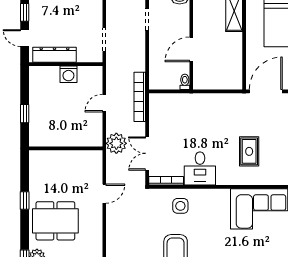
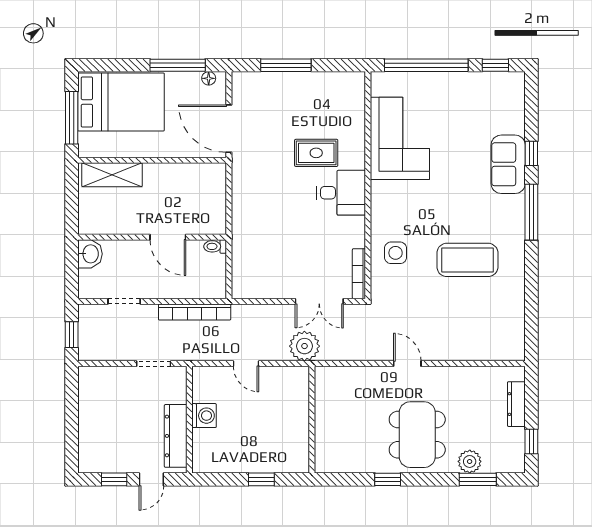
bookcase: (140, 97) -> (195, 312), moved
desk: (200, 168) -> (341, 193), moved
door: (104, 194) -> (407, 364), moved

